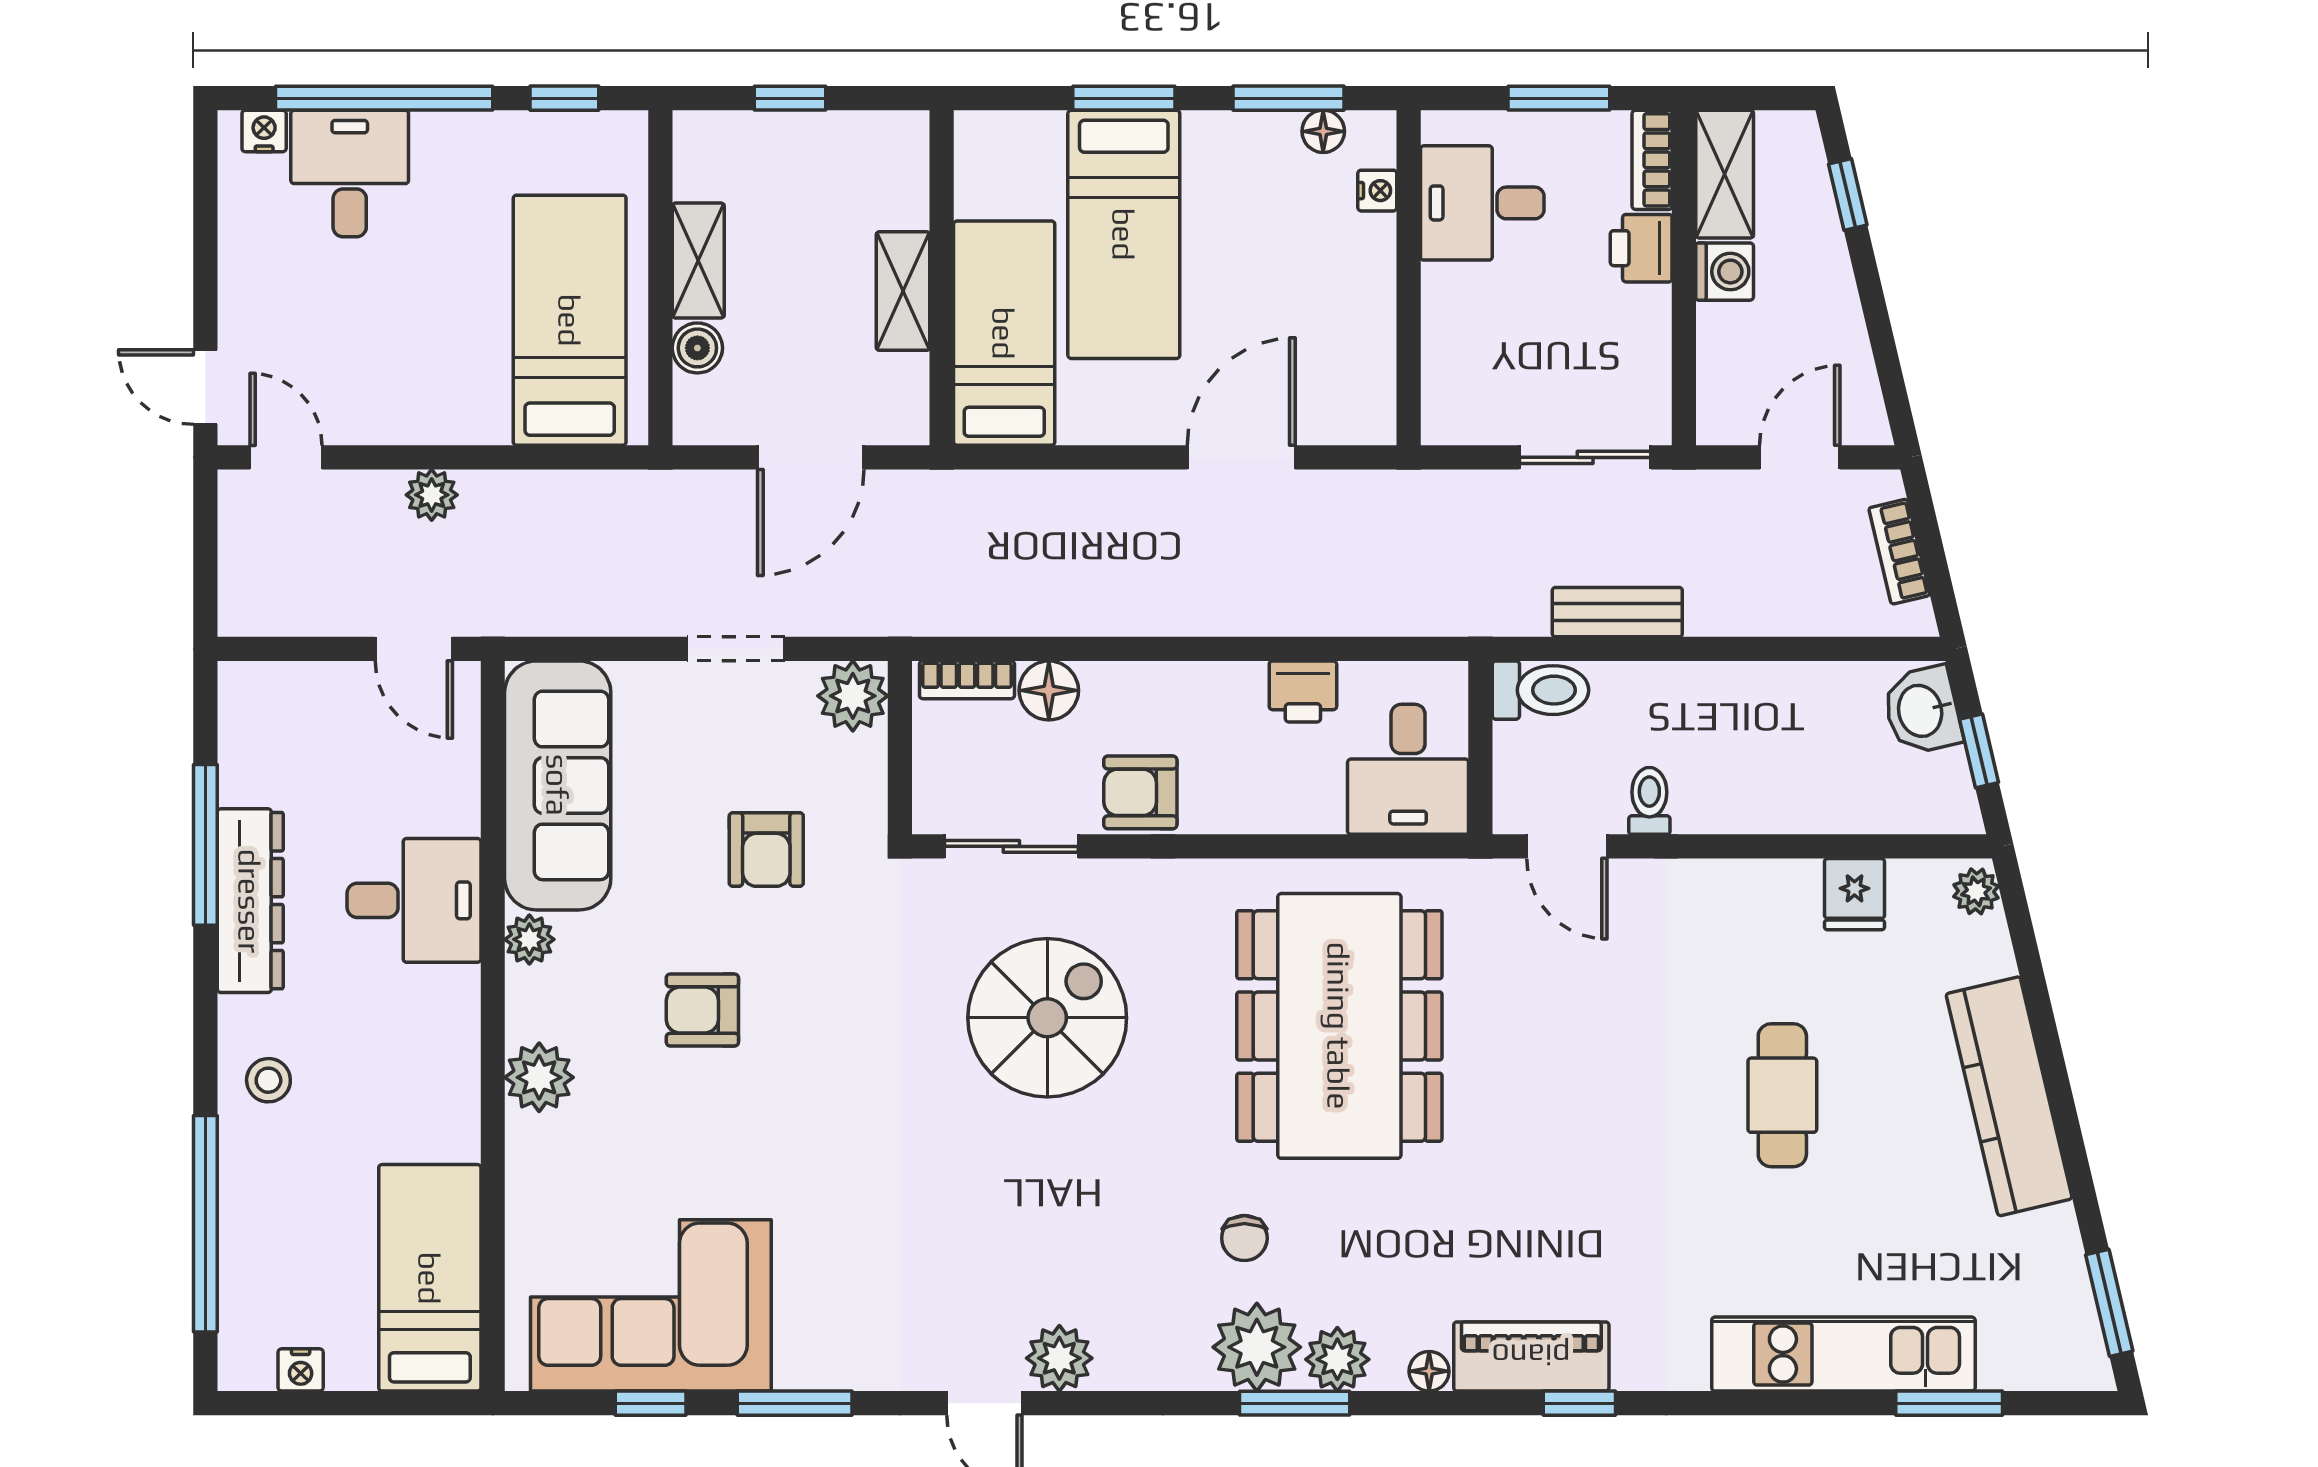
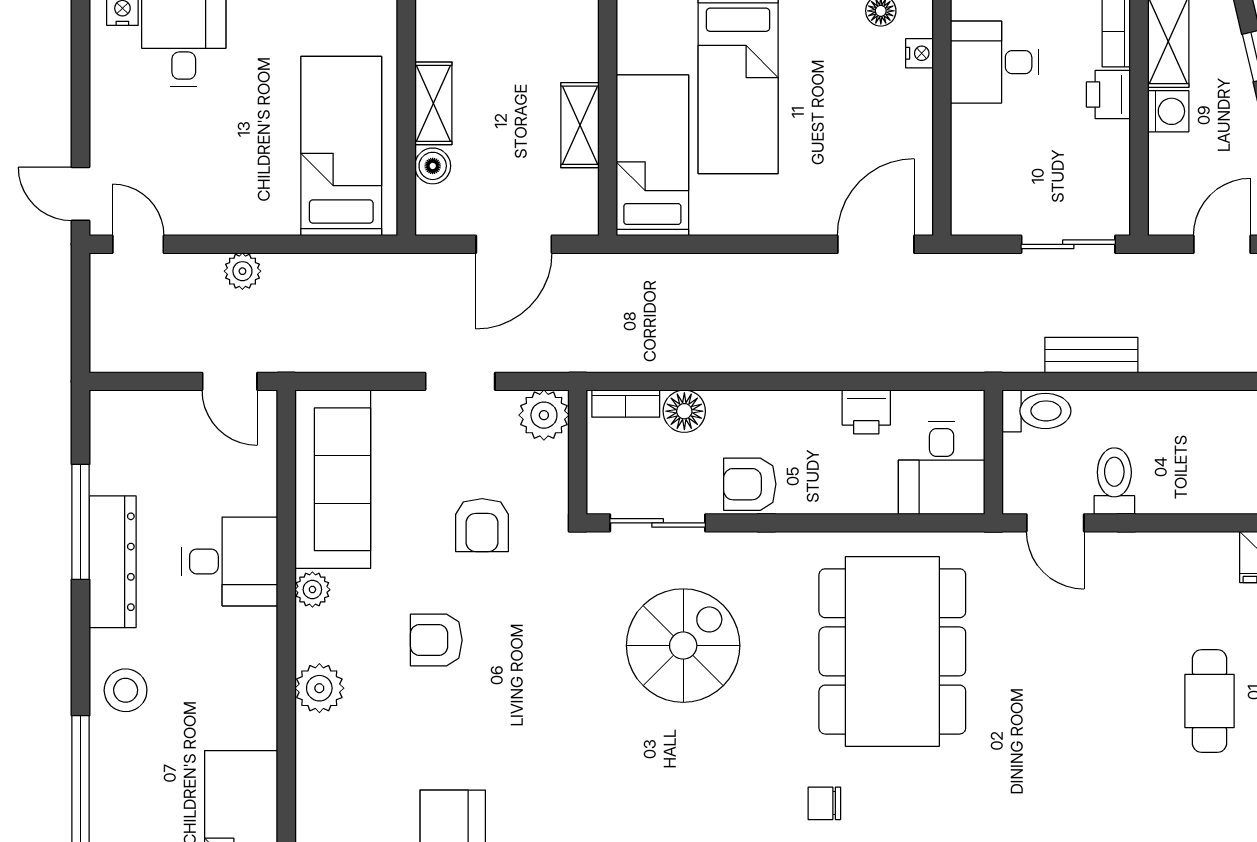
door: (1241, 457) -> (876, 244), moved
toilet: (1649, 801) -> (1114, 481), width x1.37, depth x1.39
stool: (268, 1080) -> (126, 690), width x1.37, depth x1.37
chair: (1244, 1238) -> (824, 803), turned 90

